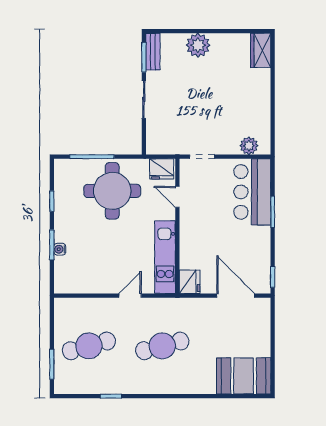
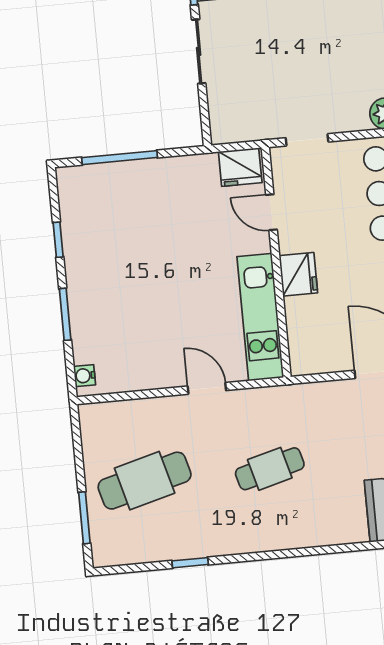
round table: (112, 191) -> (159, 213), removed
water cooler: (60, 249) -> (85, 376), moved
fridge: (190, 282) -> (298, 274), moved
door: (130, 296) -> (207, 388), hinge flipped
cafe table: (162, 346) -> (270, 469), width x0.73, depth x0.74

